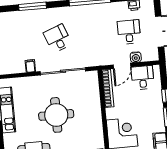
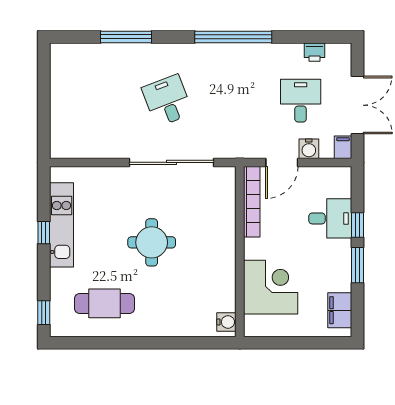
filing cabinet: (30, 66) -> (343, 147), moved
desk: (143, 78) -> (330, 218), moved, turned 90
round table: (56, 115) -> (152, 242), width x0.73, depth x0.73

